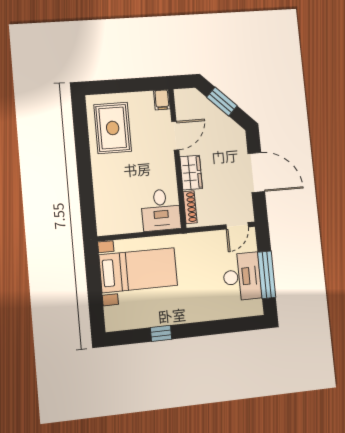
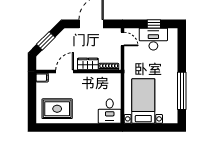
door: (175, 136) -> (65, 71), hinge flipped
desk: (161, 210) -> (110, 111), moved, turned 90
window: (267, 275) -> (154, 24), width x0.46
window: (161, 333) -> (182, 91), width x3.17

